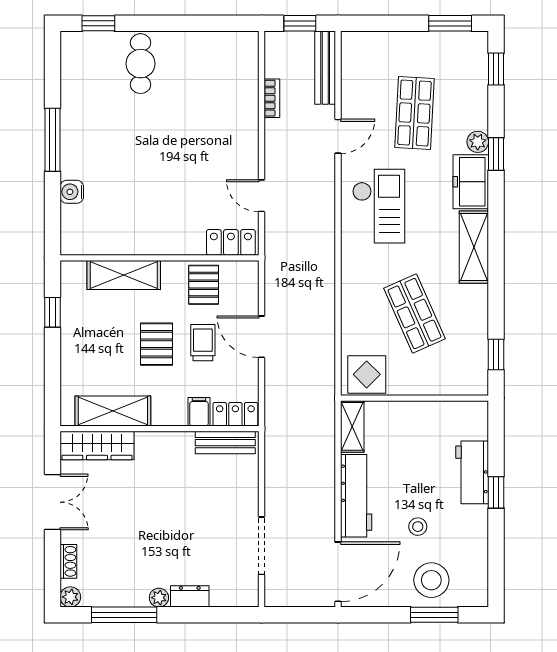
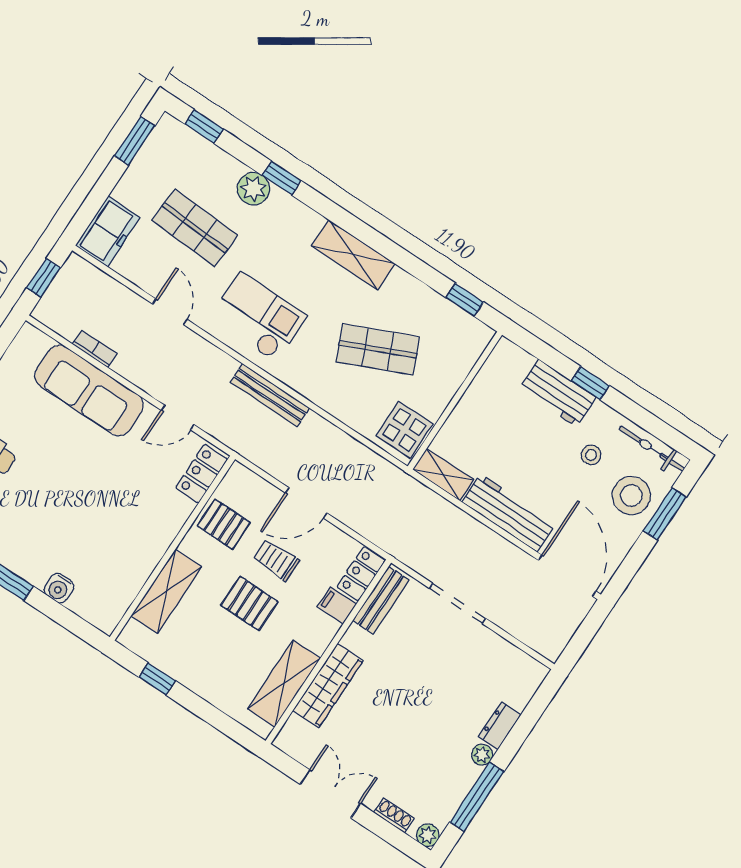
bench: (325, 68) -> (270, 395), moved
sofa: (237, 115) -> (89, 390), added
plant: (478, 142) -> (253, 189), width x1.38, depth x1.38
freezer: (471, 182) -> (108, 231), moved, turned -90
wardrobe: (97, 445) -> (328, 686), moved
stool: (418, 527) -> (591, 455), moved
doorway: (262, 546) -> (458, 603), moved
bicycle: (477, 572) -> (652, 449), added

